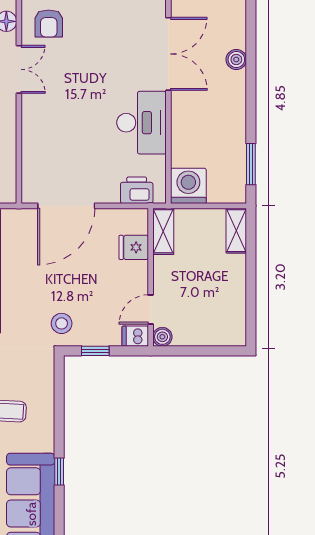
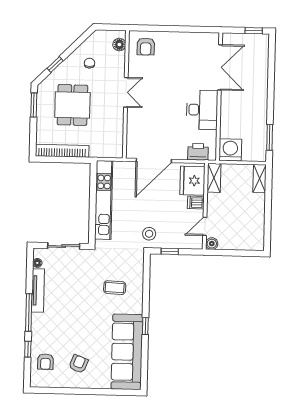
boiler: (236, 60) -> (262, 72), removed
double door: (19, 69) -> (126, 92), moved
fridge: (134, 247) -> (192, 181), width x1.88, depth x1.34
dishwasher: (135, 336) -> (196, 203), moved

